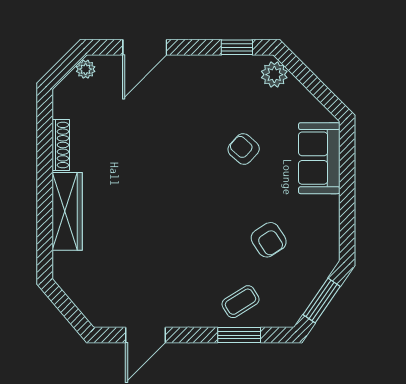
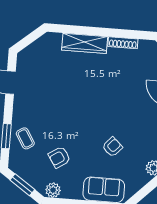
plant: (327, 246) -> (53, 190), added

